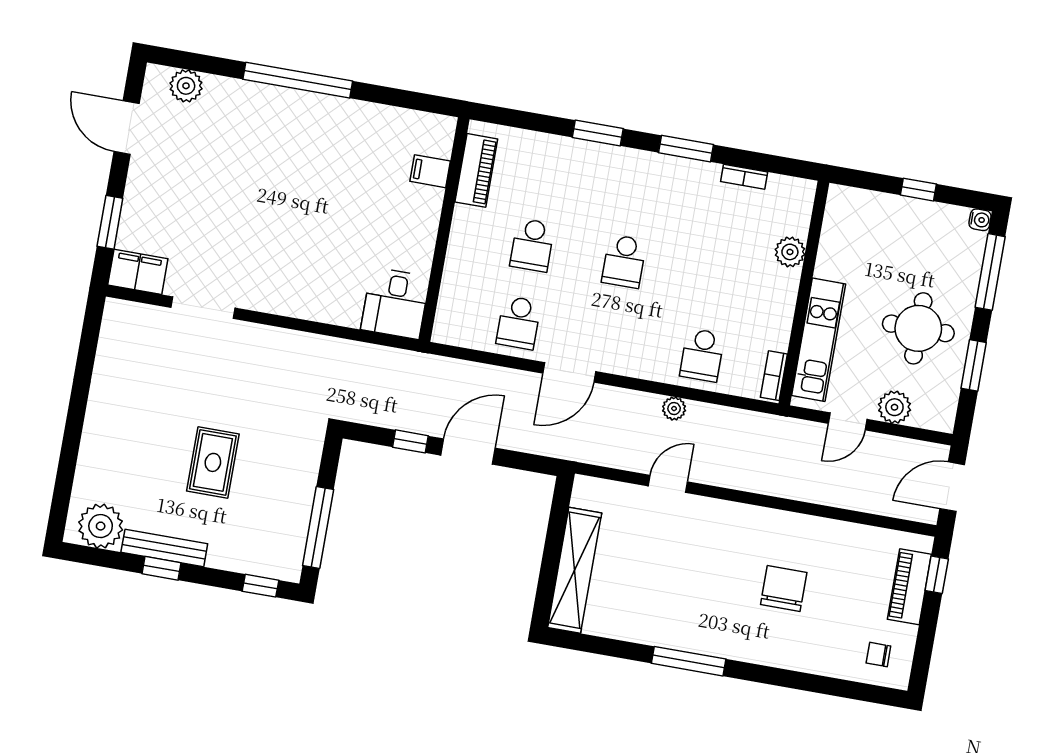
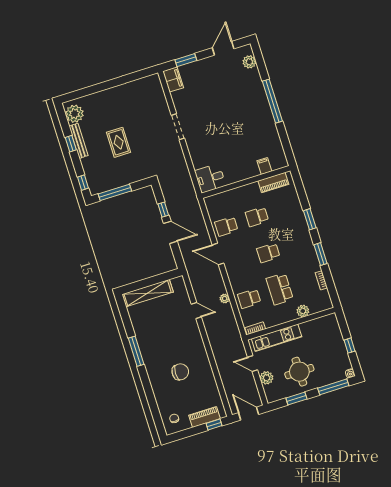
school desk: (716, 277) -> (280, 289), added
doorway: (203, 308) -> (178, 127), moved
rug: (213, 462) -> (119, 142), turned 90

